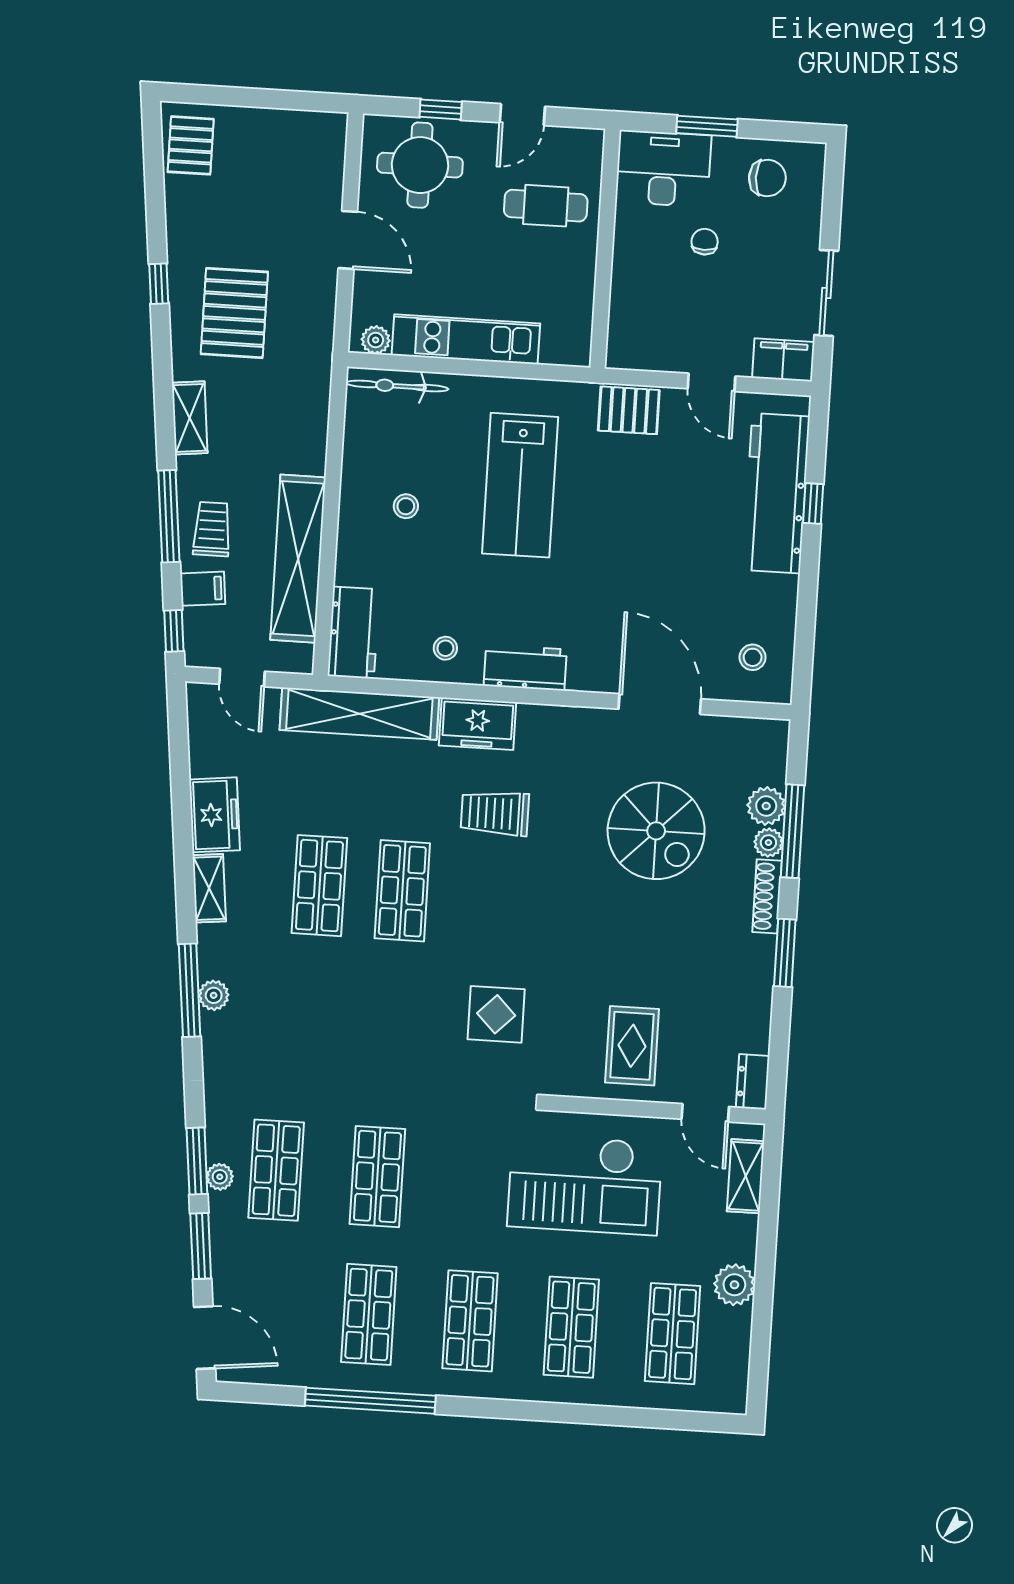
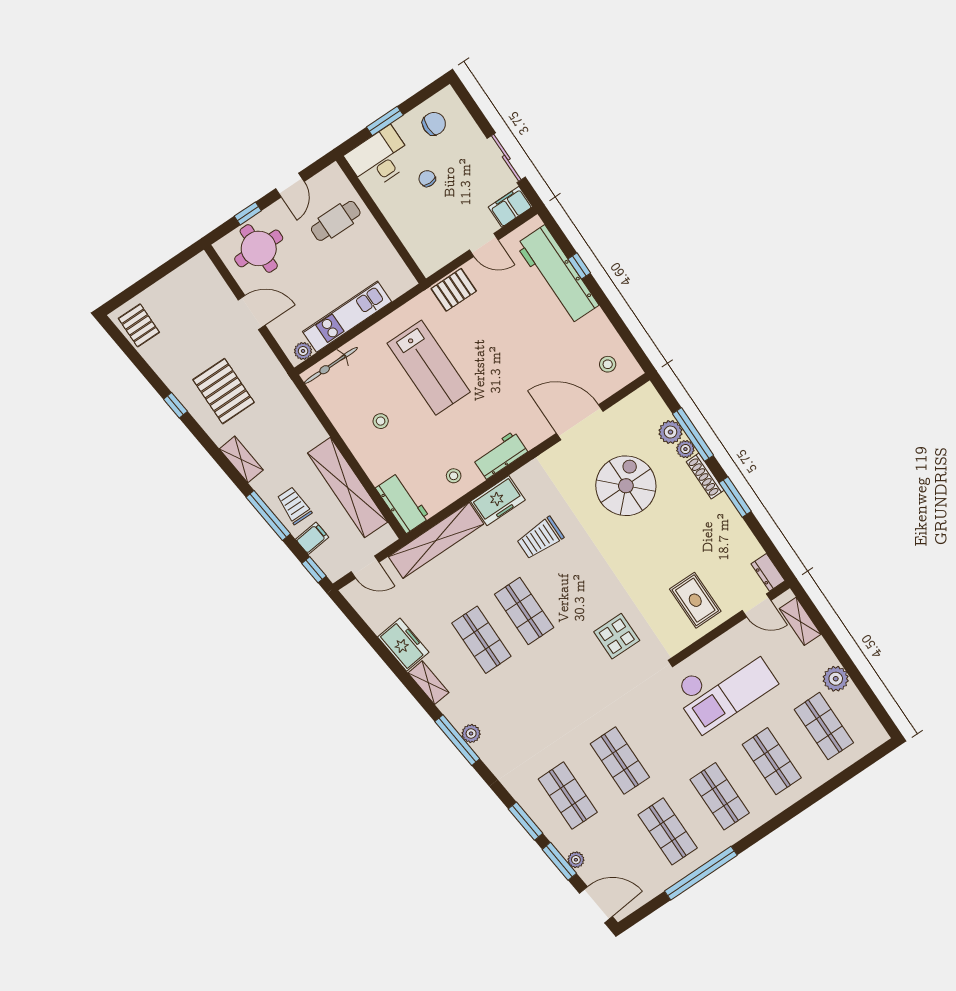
spiral stairs: (656, 831) -> (626, 486), turned -90
plant: (220, 1177) -> (576, 860), moved

